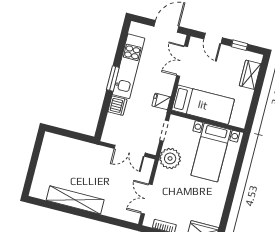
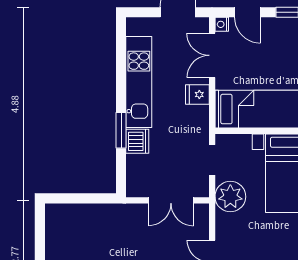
nightstand: (194, 42) -> (222, 24), added
window: (113, 78) -> (121, 130), moved
fridge: (161, 101) -> (197, 95), moved

